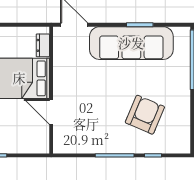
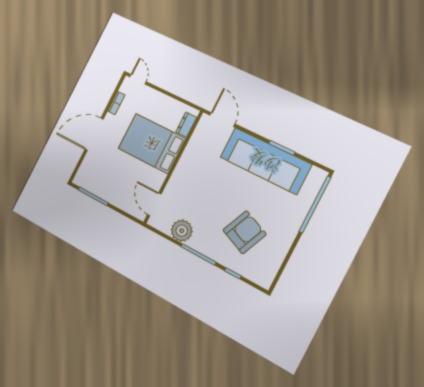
door: (51, 112) -> (154, 204), moved
plant: (89, 143) -> (182, 231), added

